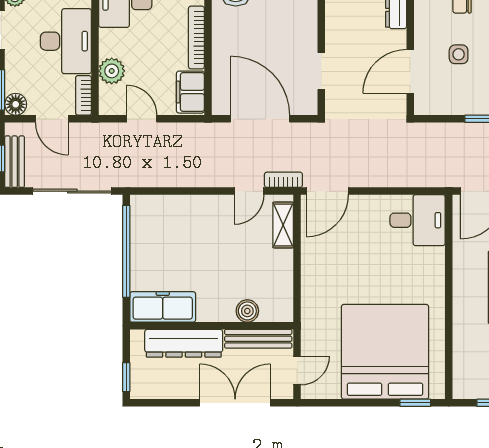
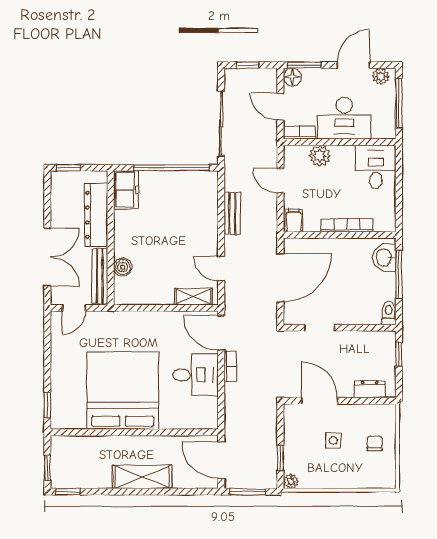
filing cabinet: (190, 92) -> (294, 220), width x0.50
door: (52, 119) -> (280, 107), hinge flipped
door: (142, 119) -> (280, 181), swing flipped
bench: (15, 162) -> (232, 213), moved, turned 90
bookcase: (283, 180) -> (230, 366), moved
desk: (418, 220) -> (196, 375), moved, turned -90
freezer: (163, 307) -> (126, 190), width x0.71
bed: (385, 352) -> (123, 391), moved, turned -90
door: (297, 371) -> (74, 308), hinge flipped

